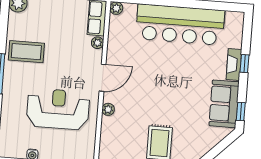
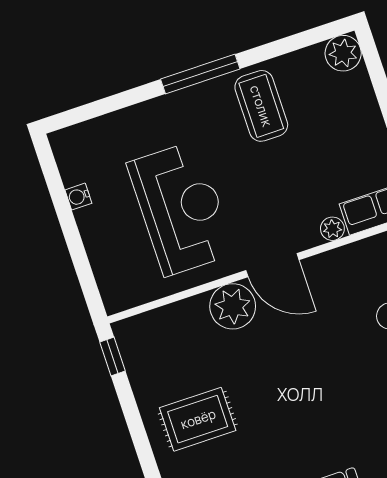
plant: (108, 109) -> (233, 306), width x1.88, depth x1.88

